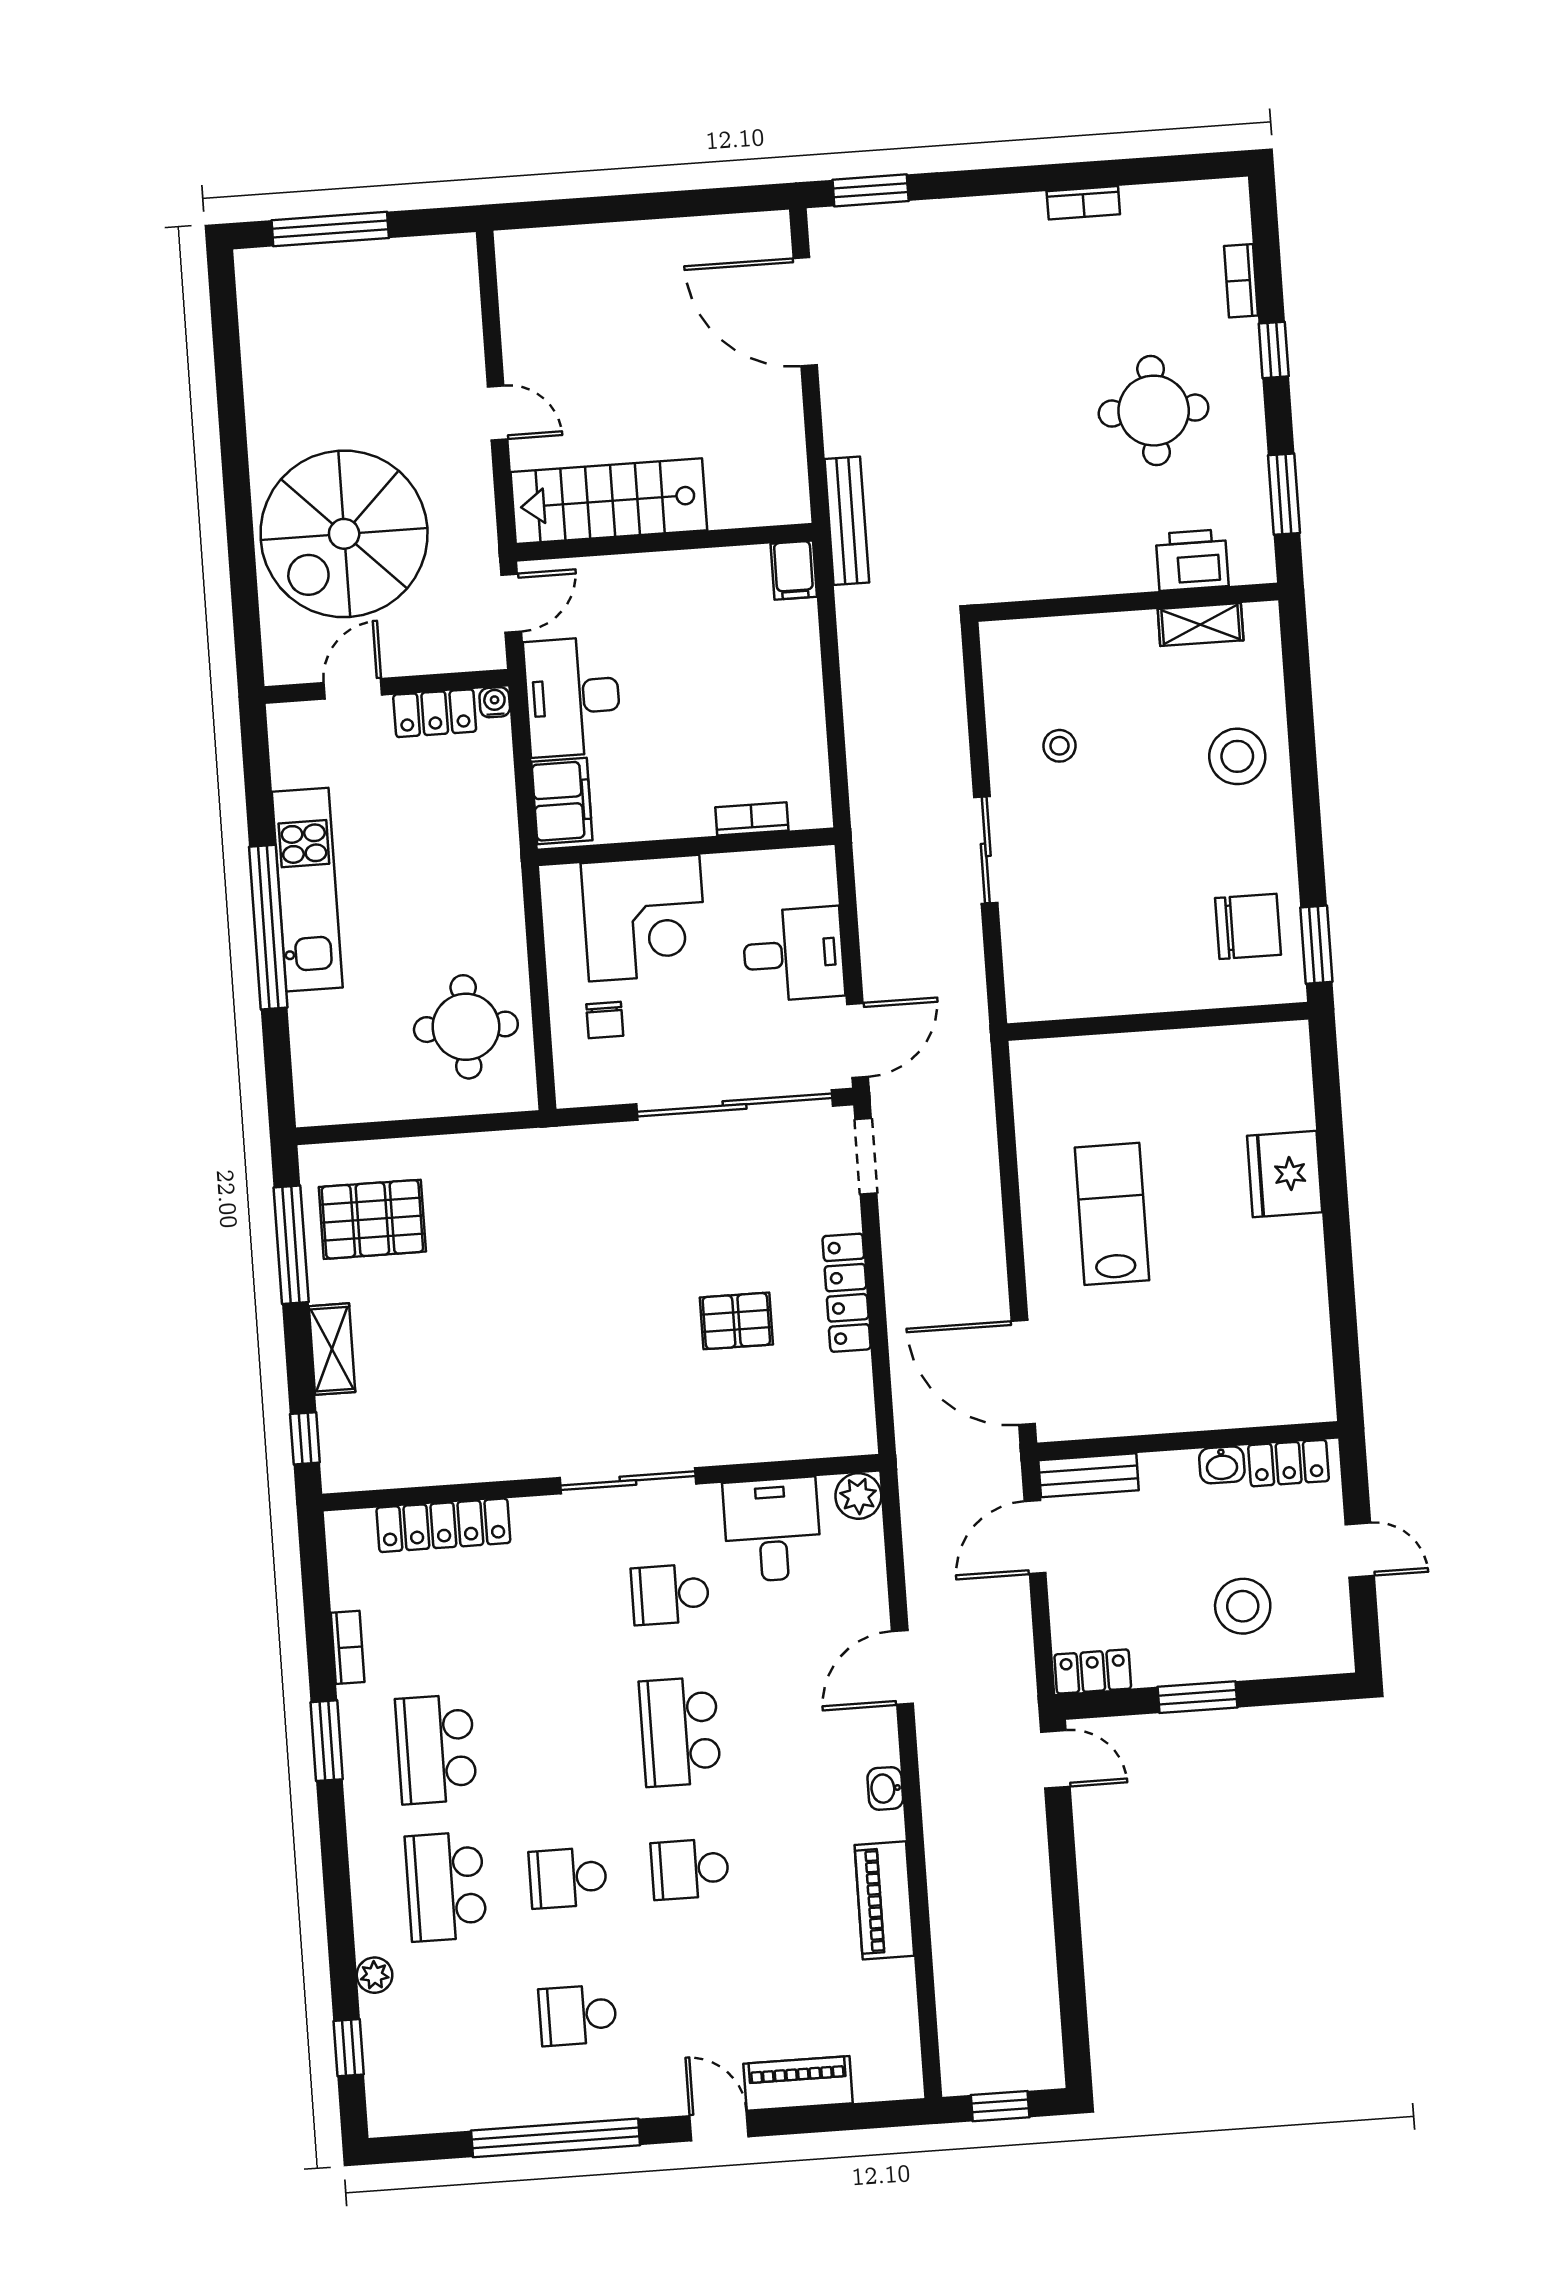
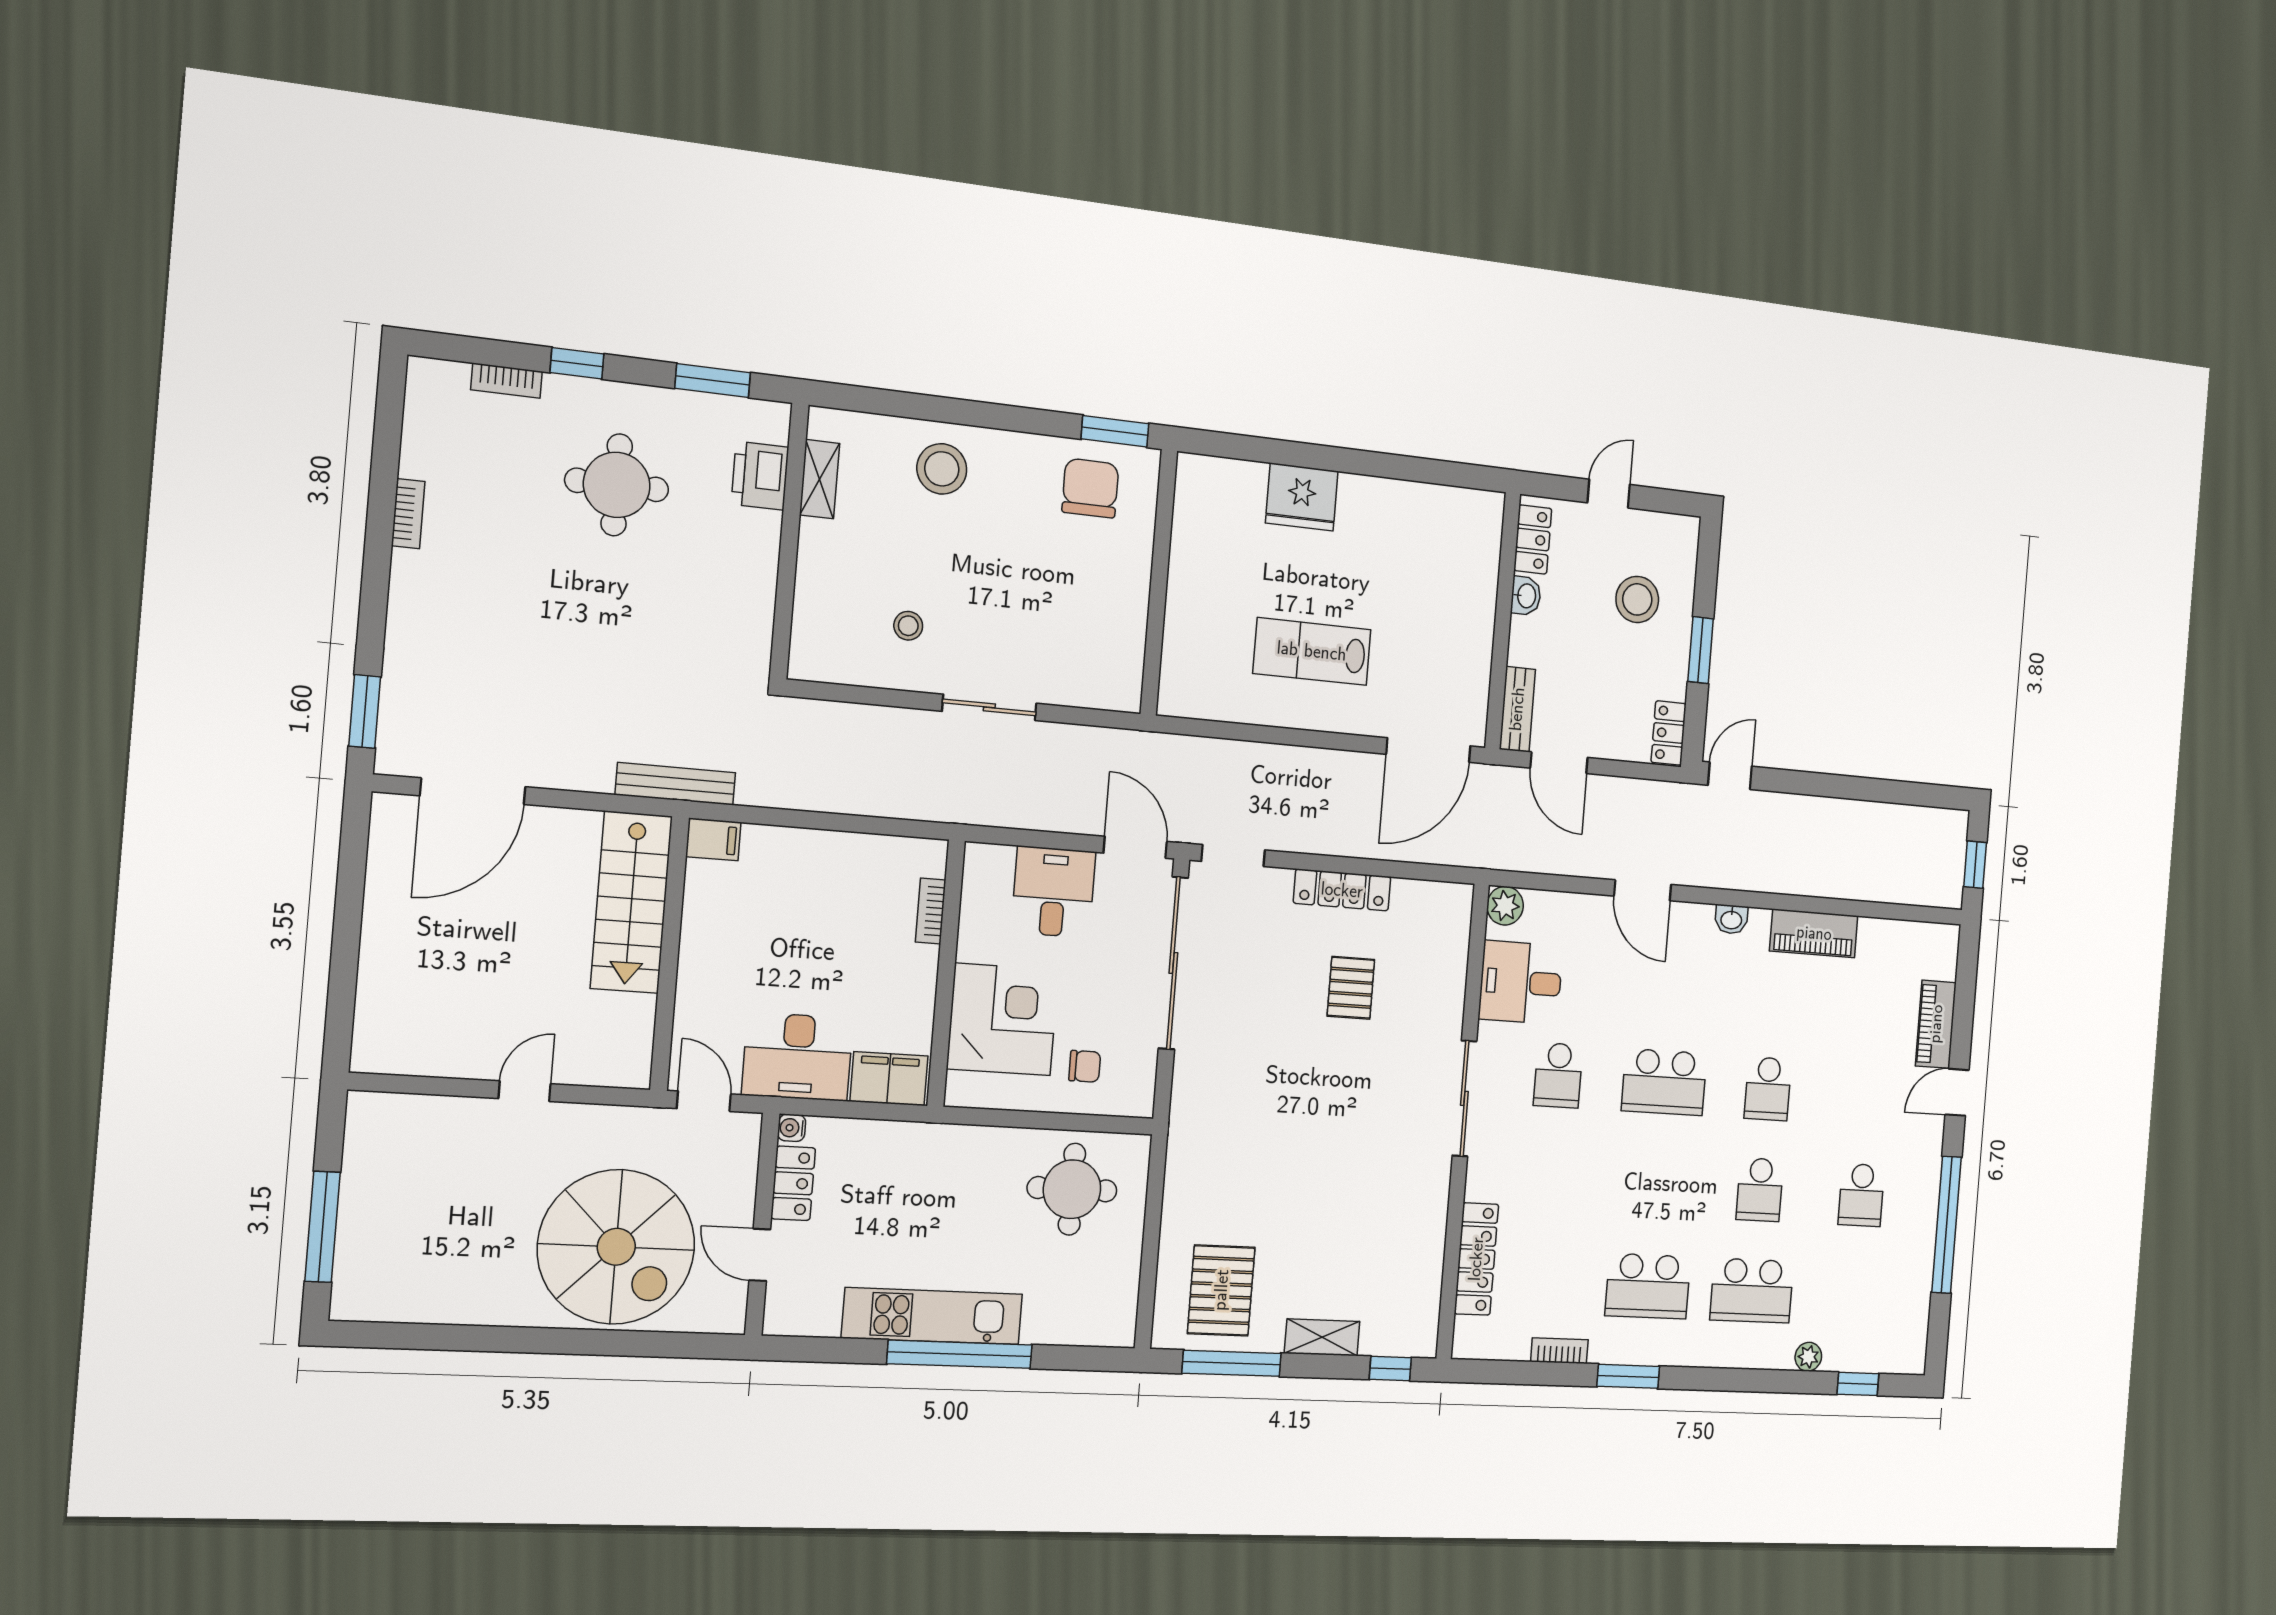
stairs: (609, 501) -> (631, 902), moved

